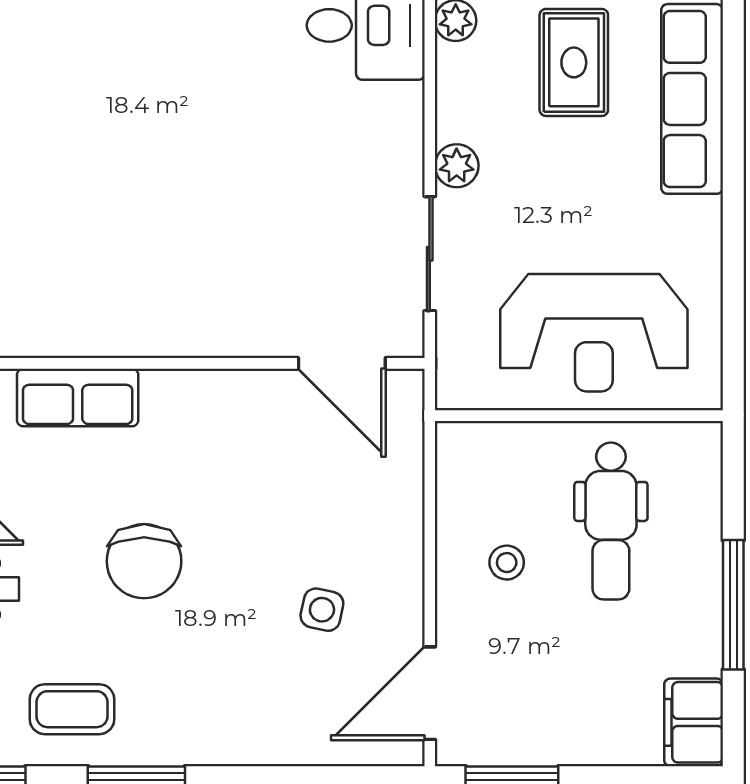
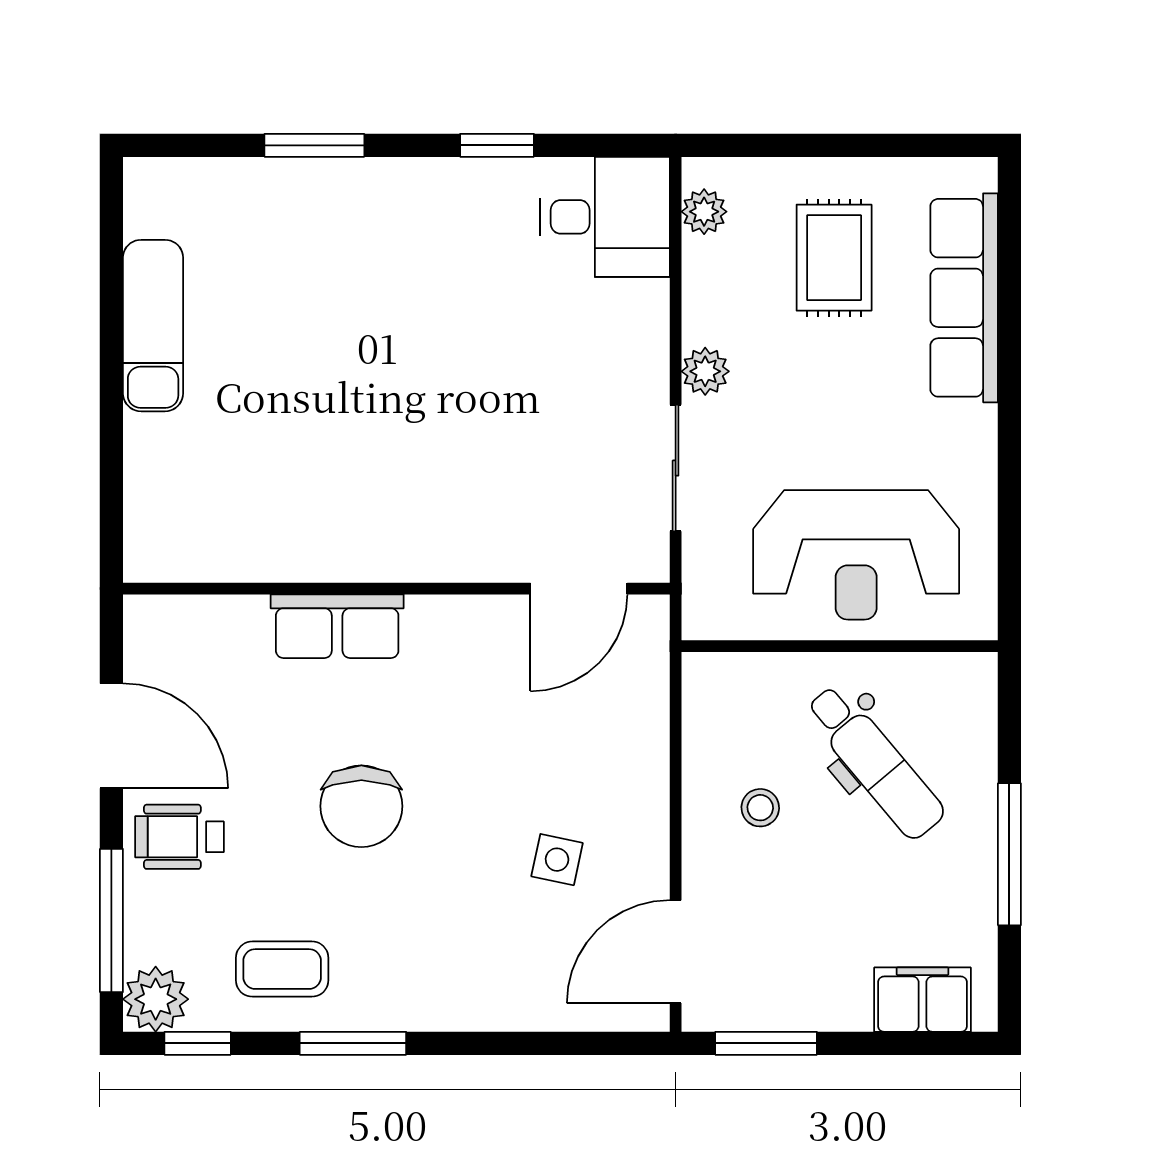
door: (342, 363) -> (579, 589), hinge flipped
row of seats: (78, 397) -> (337, 626), moved
dental chair: (611, 521) -> (875, 762), turned -40
filing cabinet: (694, 722) -> (923, 1000), moved, turned 90

